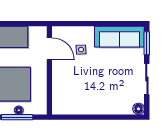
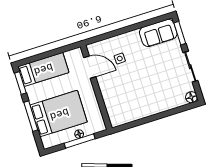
sofa: (119, 37) -> (158, 33), width x0.73

